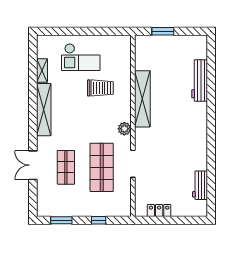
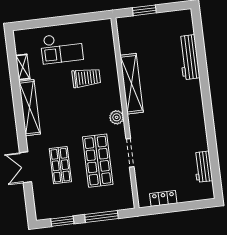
window: (99, 220) -> (101, 216), width x2.17

